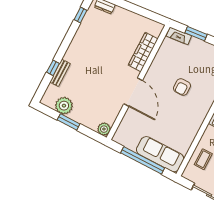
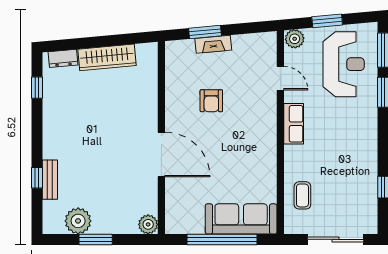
fireplace: (179, 36) -> (213, 44), moved
wardrobe: (143, 52) -> (107, 57), moved, turned -95
armchair: (182, 87) -> (211, 101), moved

